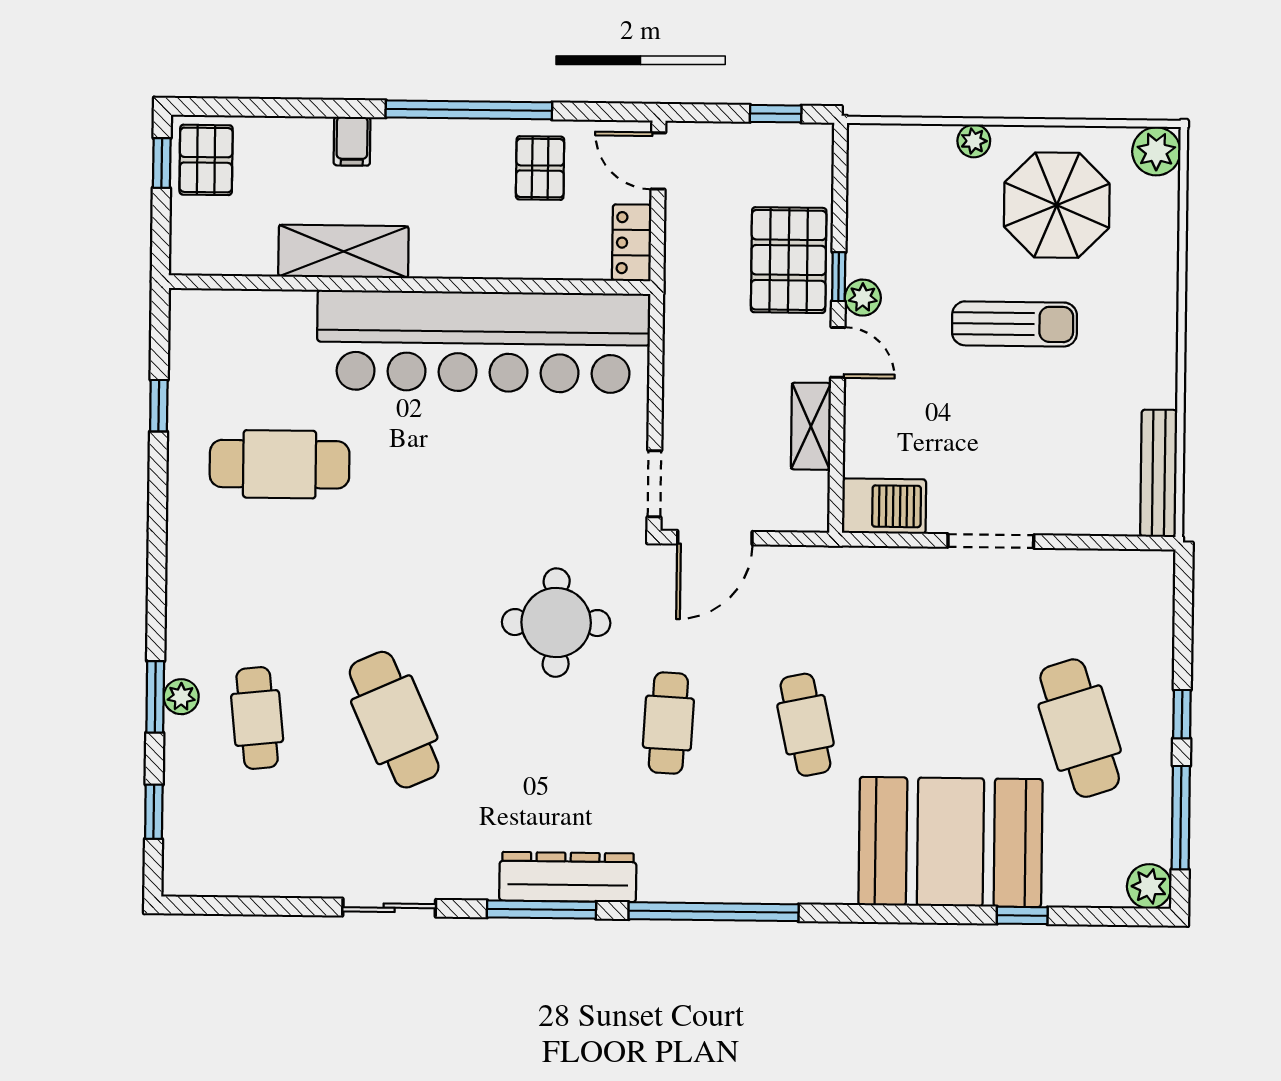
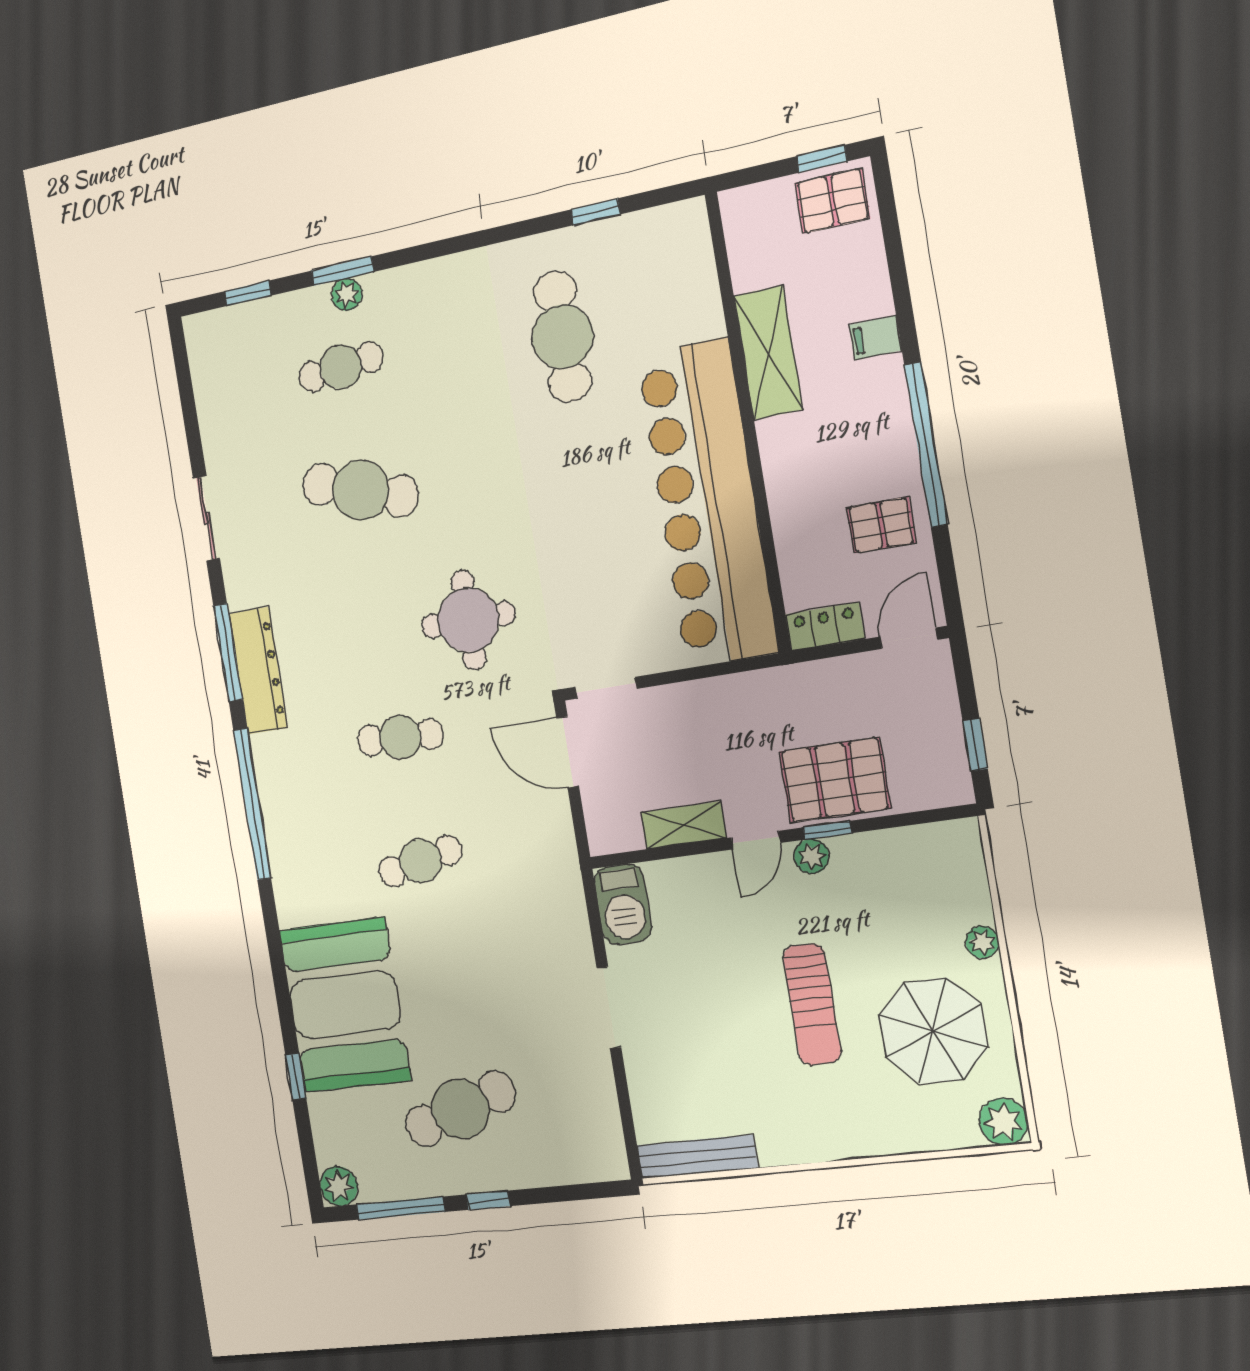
cafe table: (394, 720) -> (361, 490), turned 42

